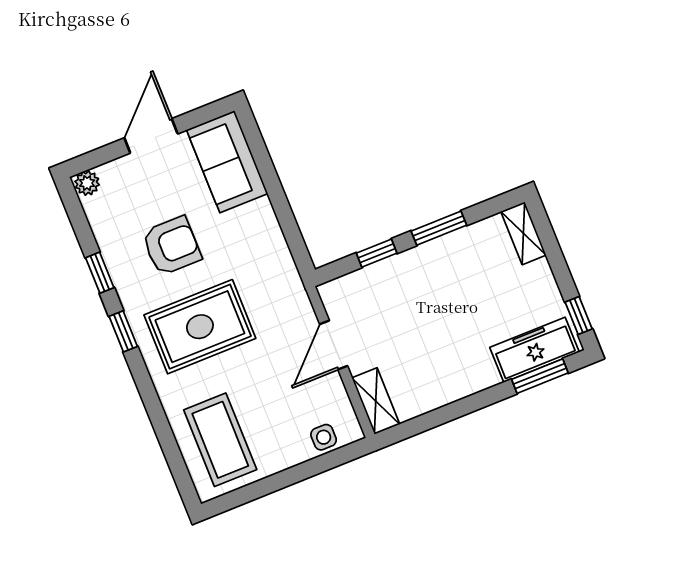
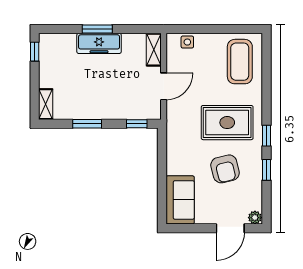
door: (151, 136) -> (230, 228), moved
armchair: (172, 246) -> (225, 169), turned -104
window: (377, 253) -> (137, 124), moved
freezer: (534, 350) -> (99, 43), moved
window: (540, 376) -> (97, 29), moved

